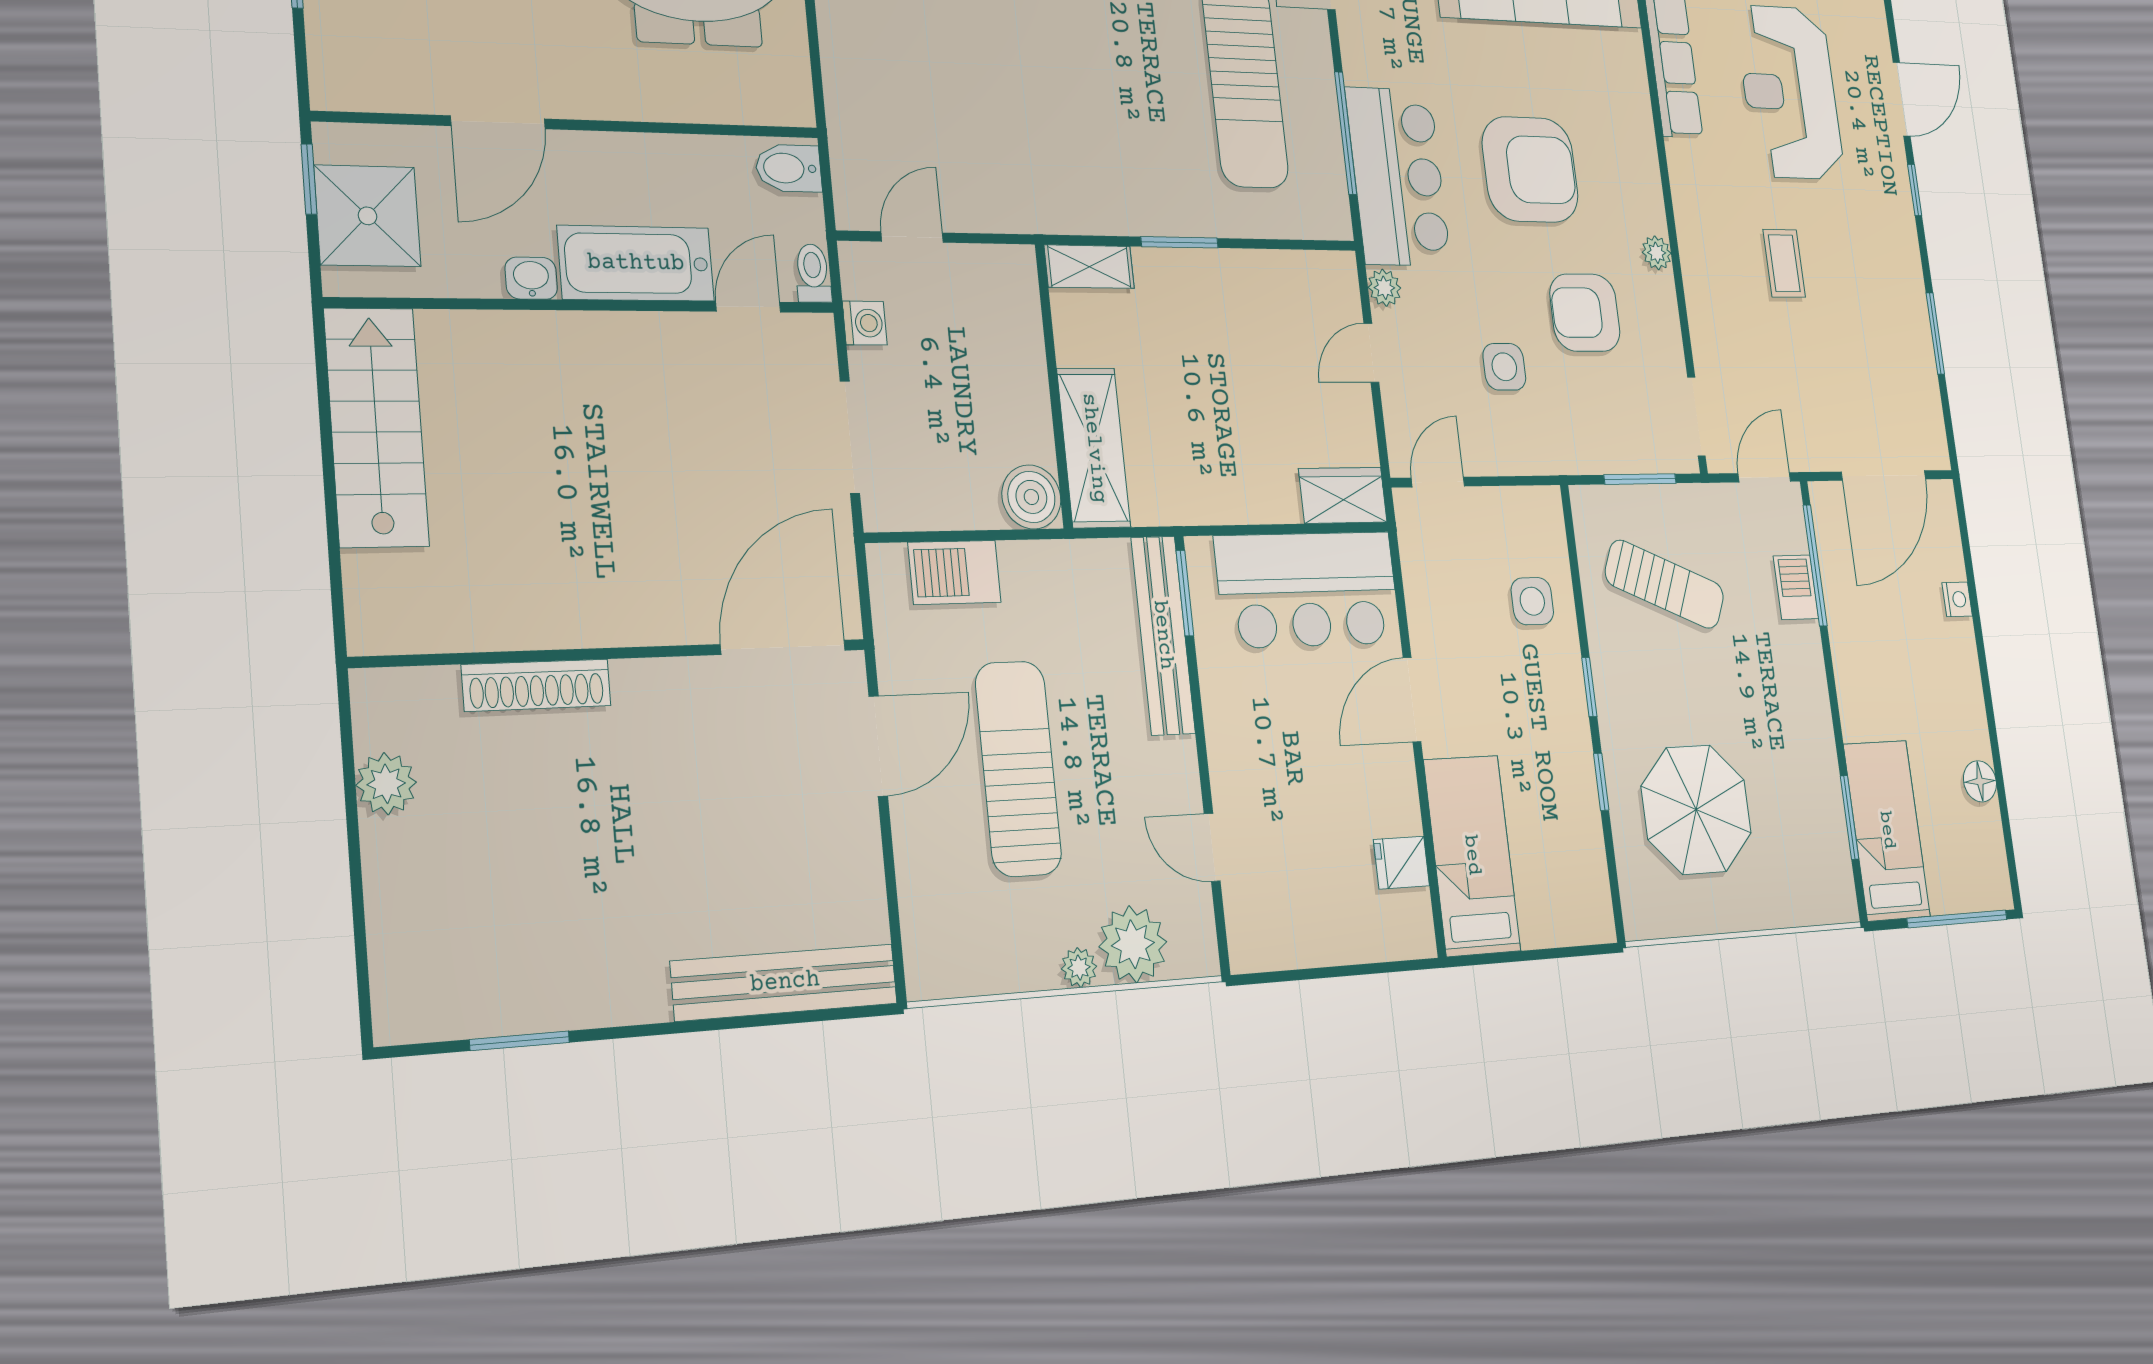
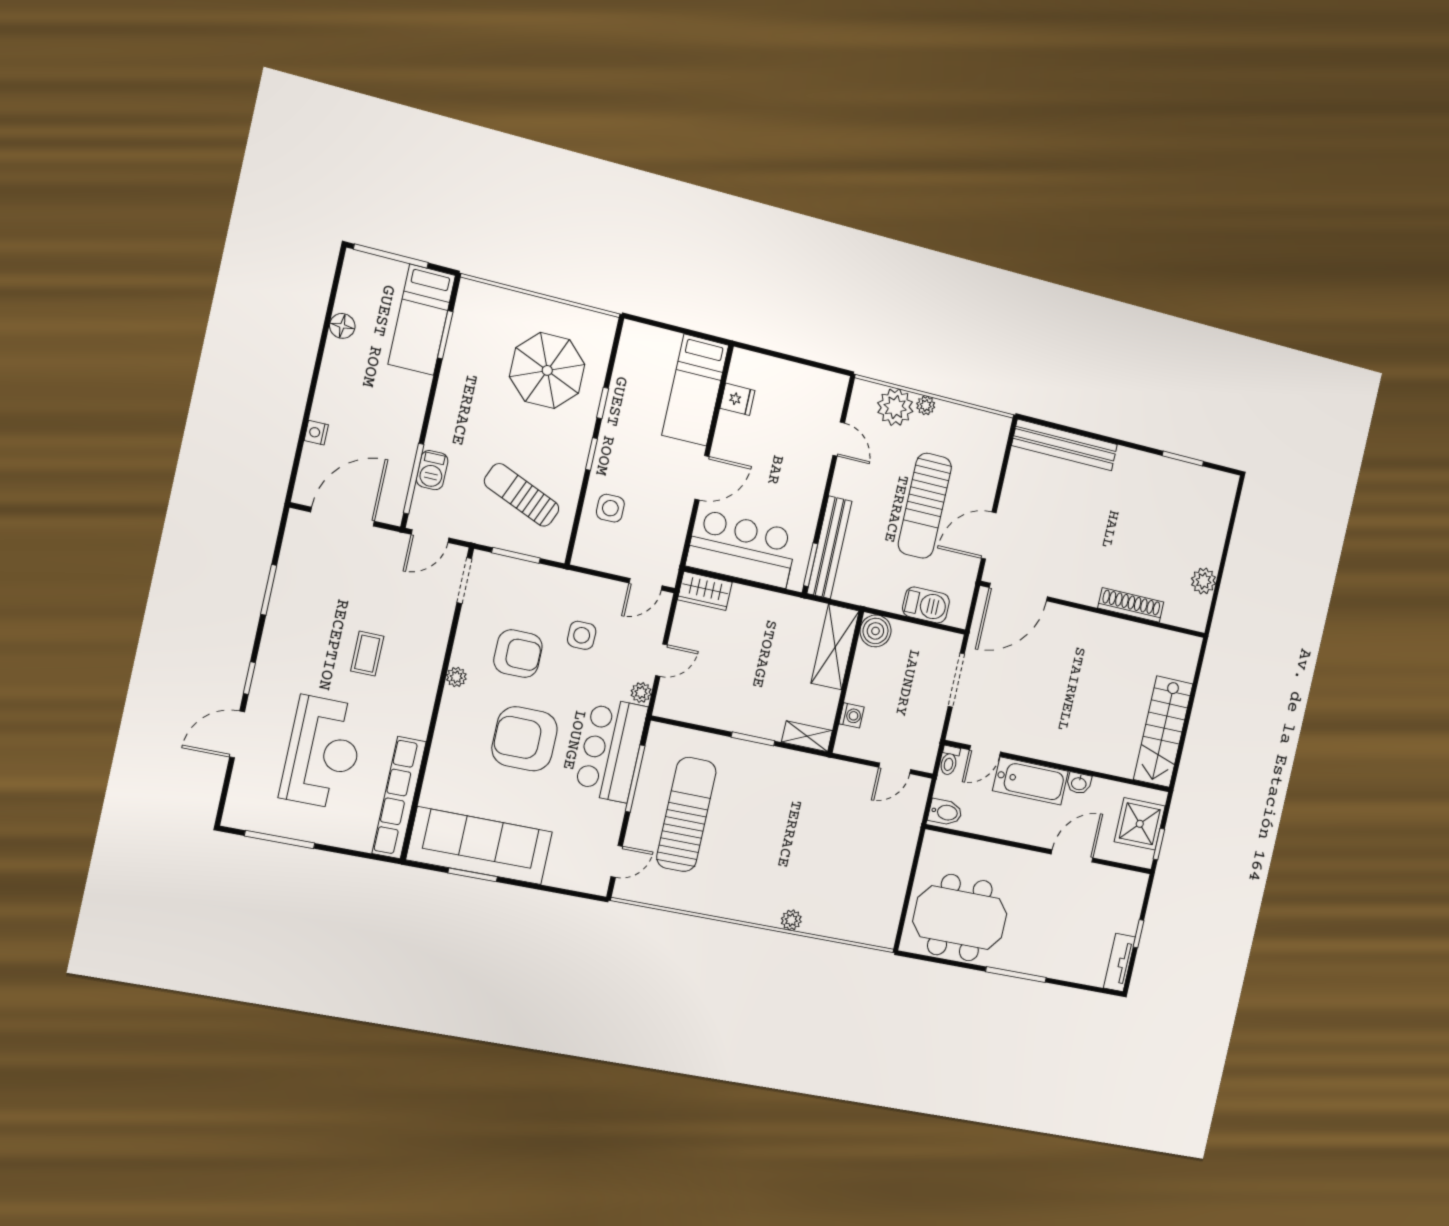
washing machine: (865, 323) -> (852, 715), moved, turned 180

